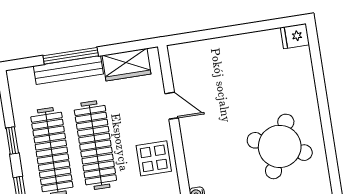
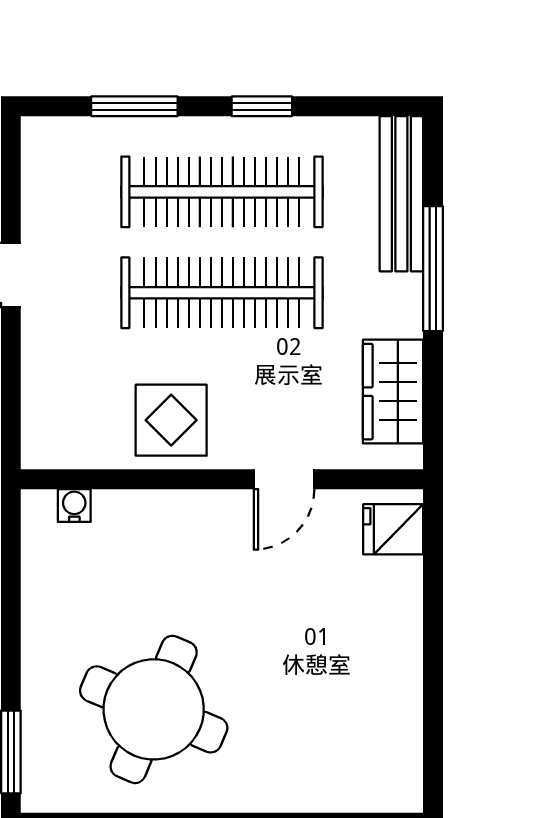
fridge: (295, 36) -> (393, 529), moved, turned -90
bench: (68, 70) -> (401, 194), moved

